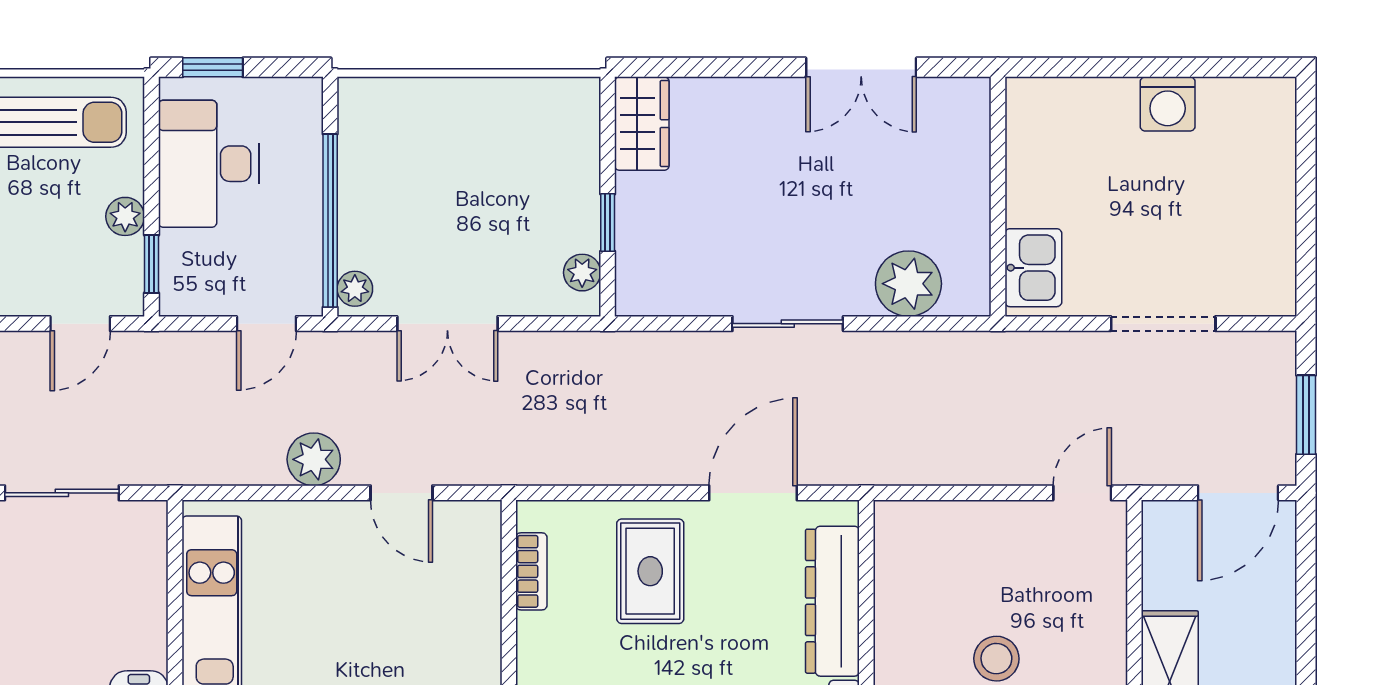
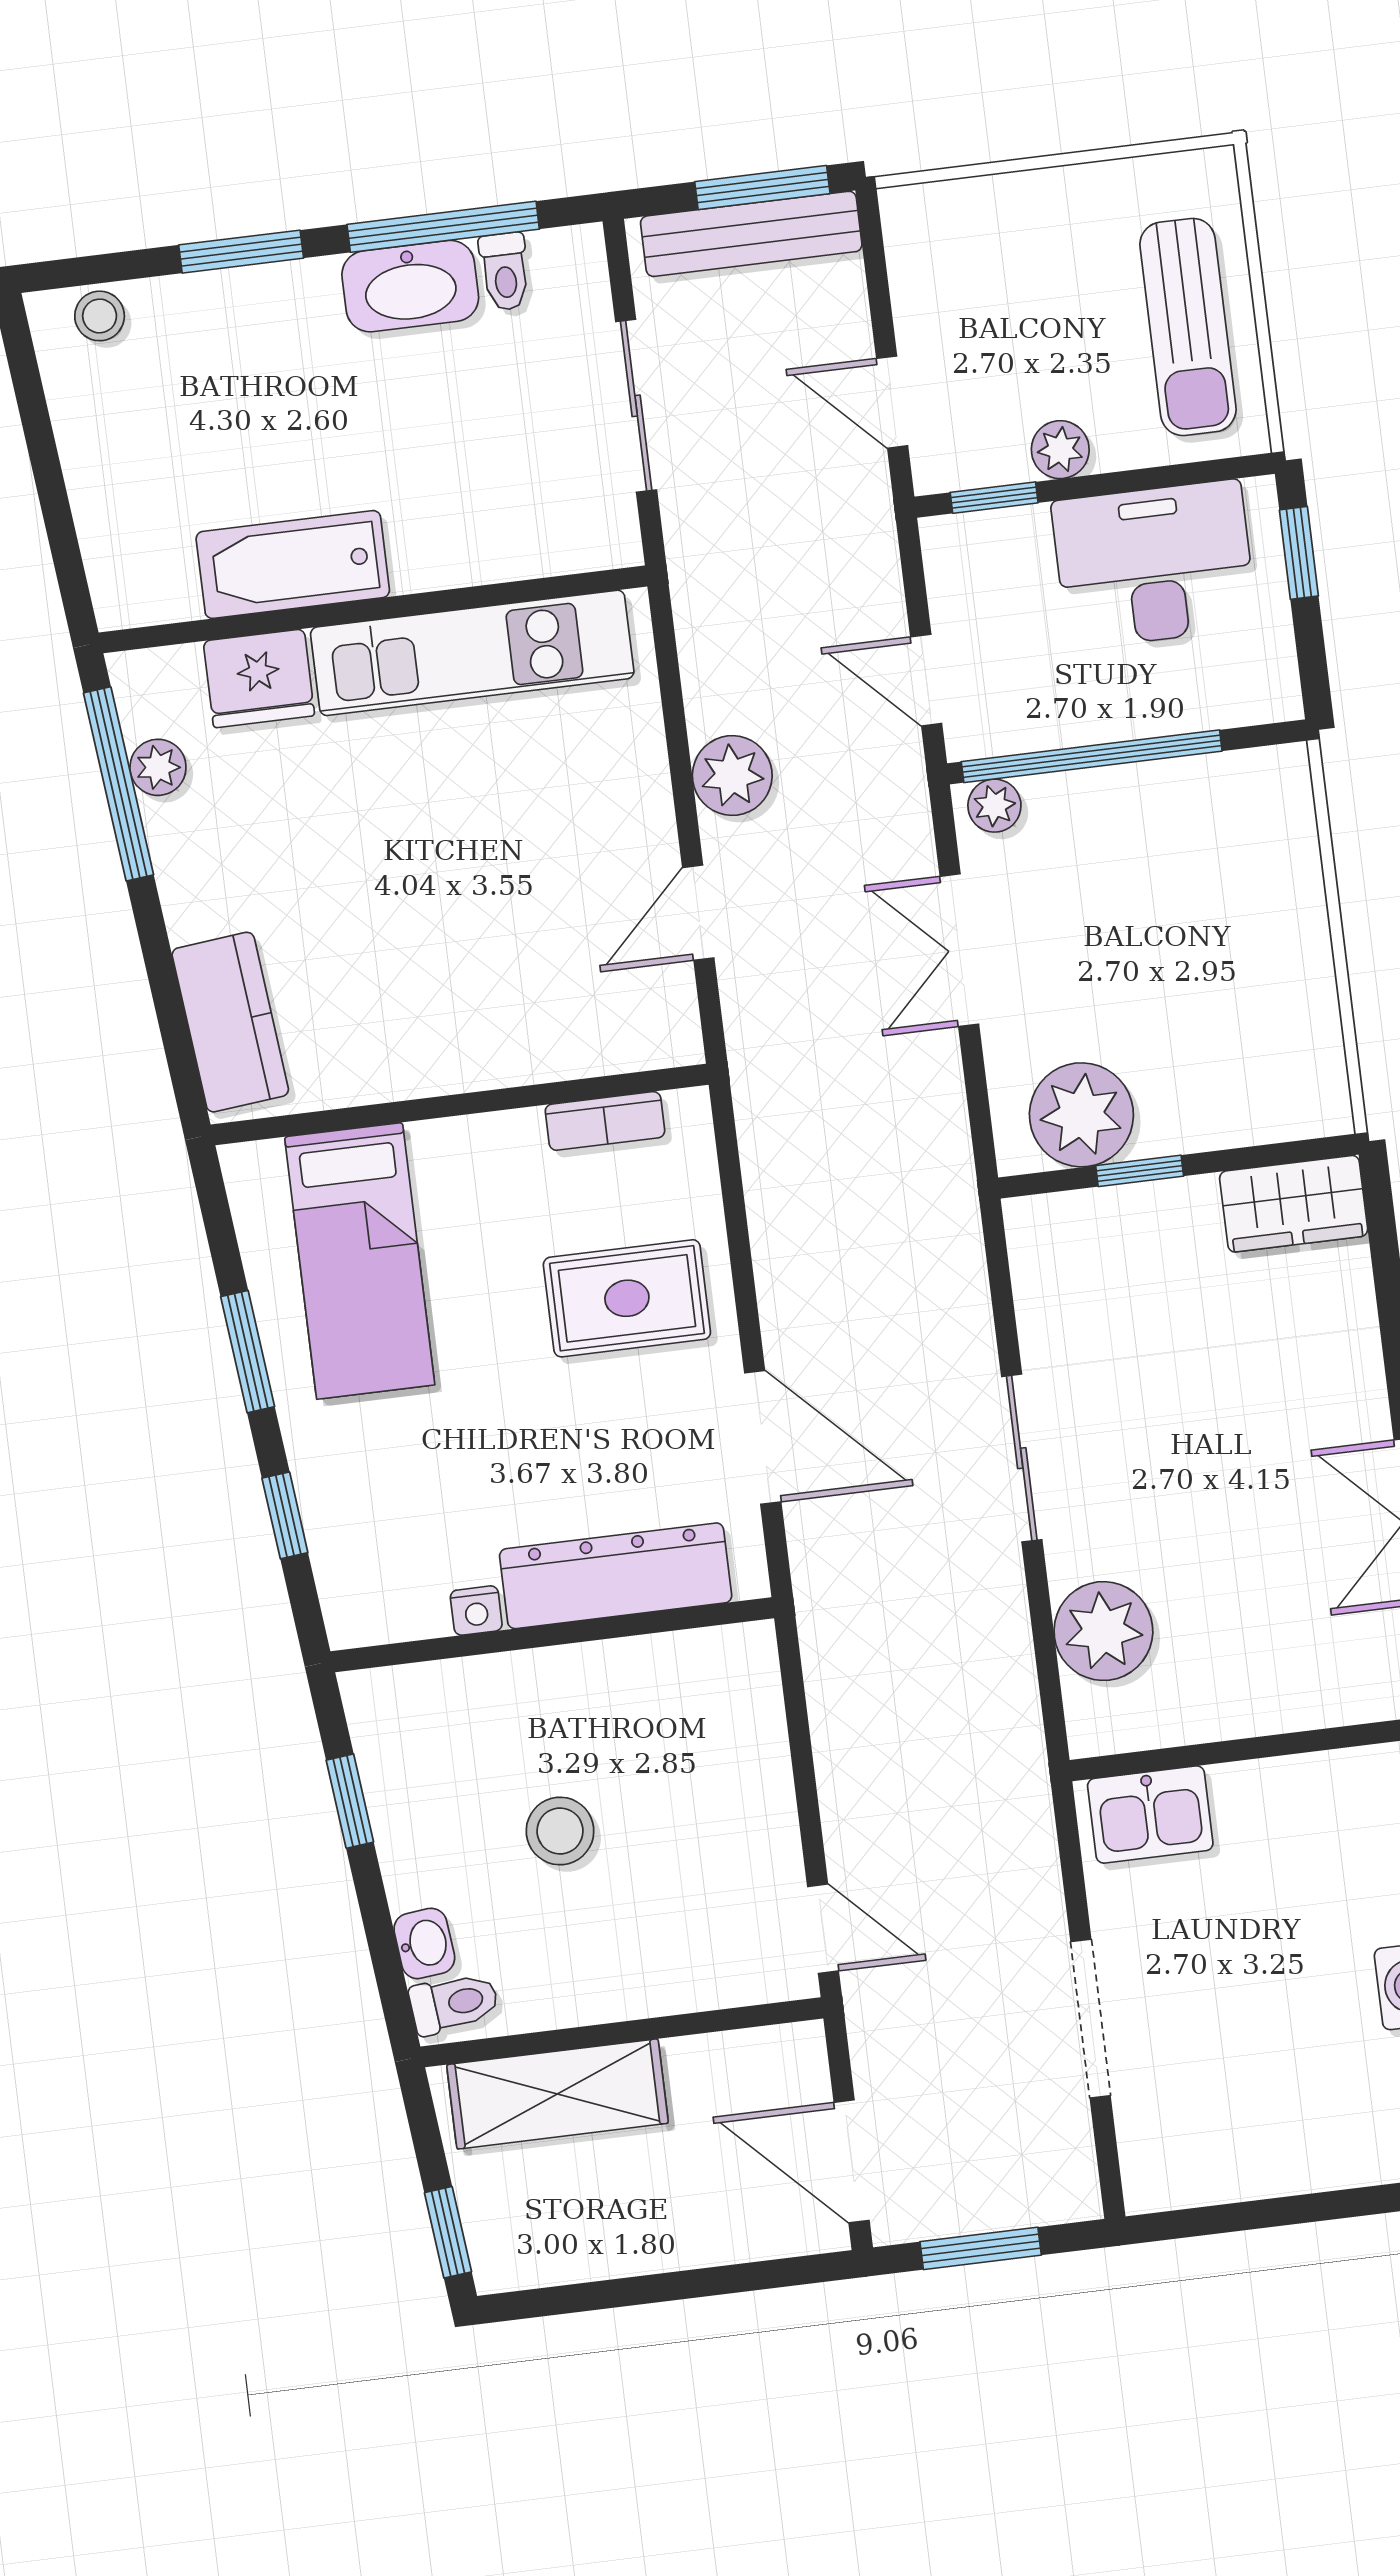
plant: (582, 273) -> (1081, 1115), width x1.87, depth x1.87

